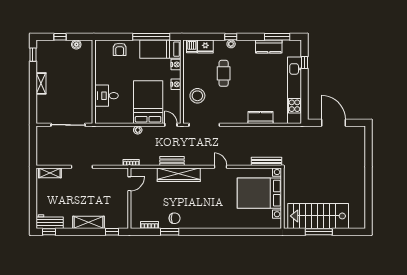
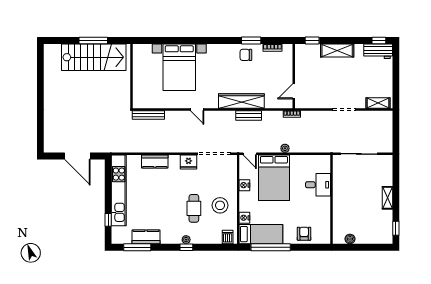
window: (60, 37) -> (367, 247), removed
fridge: (205, 47) -> (189, 162), moved, turned 180
nightstand: (176, 84) -> (244, 185), moved
stool: (197, 96) -> (220, 205), moved
bed with nightstands: (259, 193) -> (179, 67), moved, turned 90

